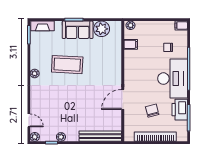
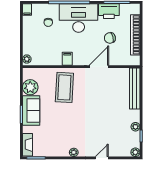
filing cabinet: (131, 44) -> (67, 59), moved
coffee table: (67, 65) -> (64, 87), moved
door: (123, 99) -> (99, 67), swing flipped
door: (29, 120) -> (102, 158), moved

